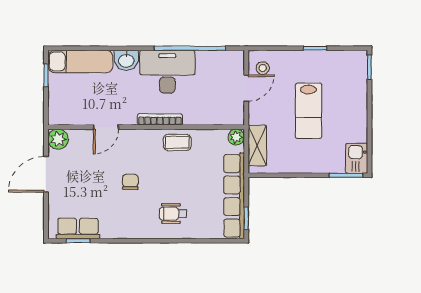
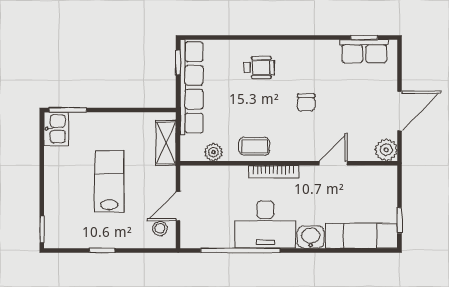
plant: (236, 137) -> (213, 152), moved

